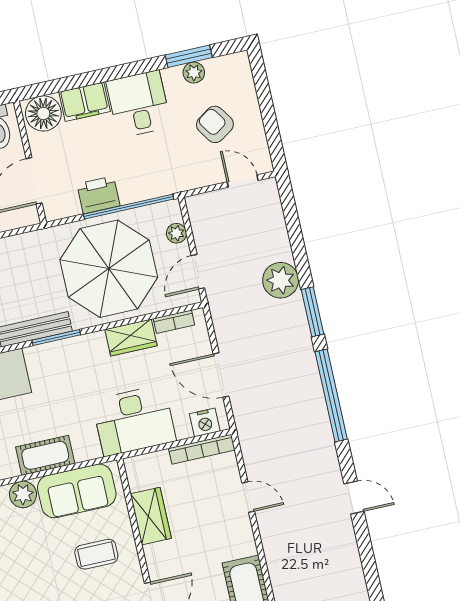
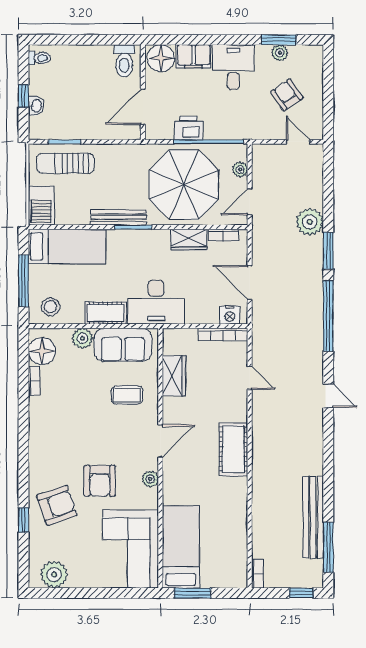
desk: (134, 421) -> (156, 302), moved

